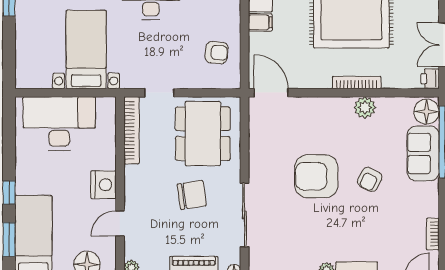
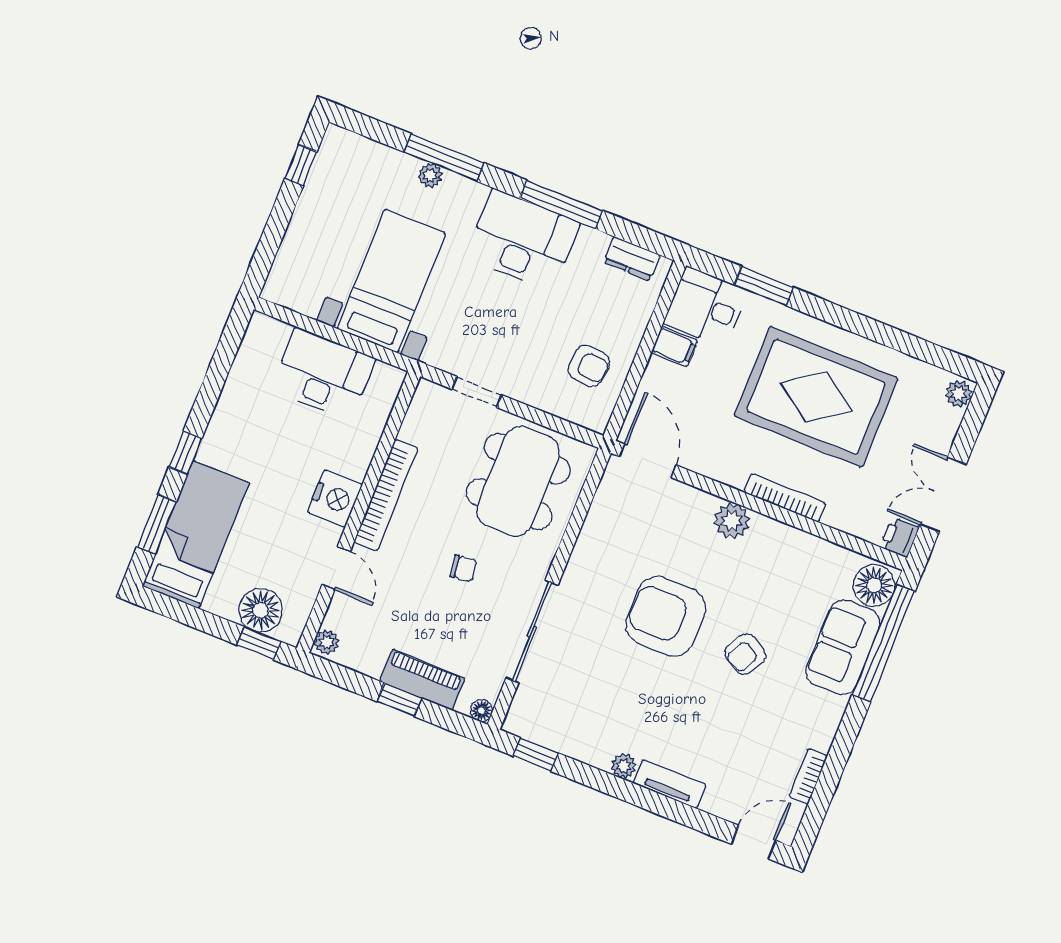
plant: (365, 107) -> (732, 521), moved
desk: (59, 124) -> (323, 374), width x0.73, depth x0.77
bookcase: (132, 130) -> (386, 495), moved
chair: (192, 195) -> (463, 568), width x0.54, depth x0.54
door: (120, 224) -> (336, 568), swing flipped

